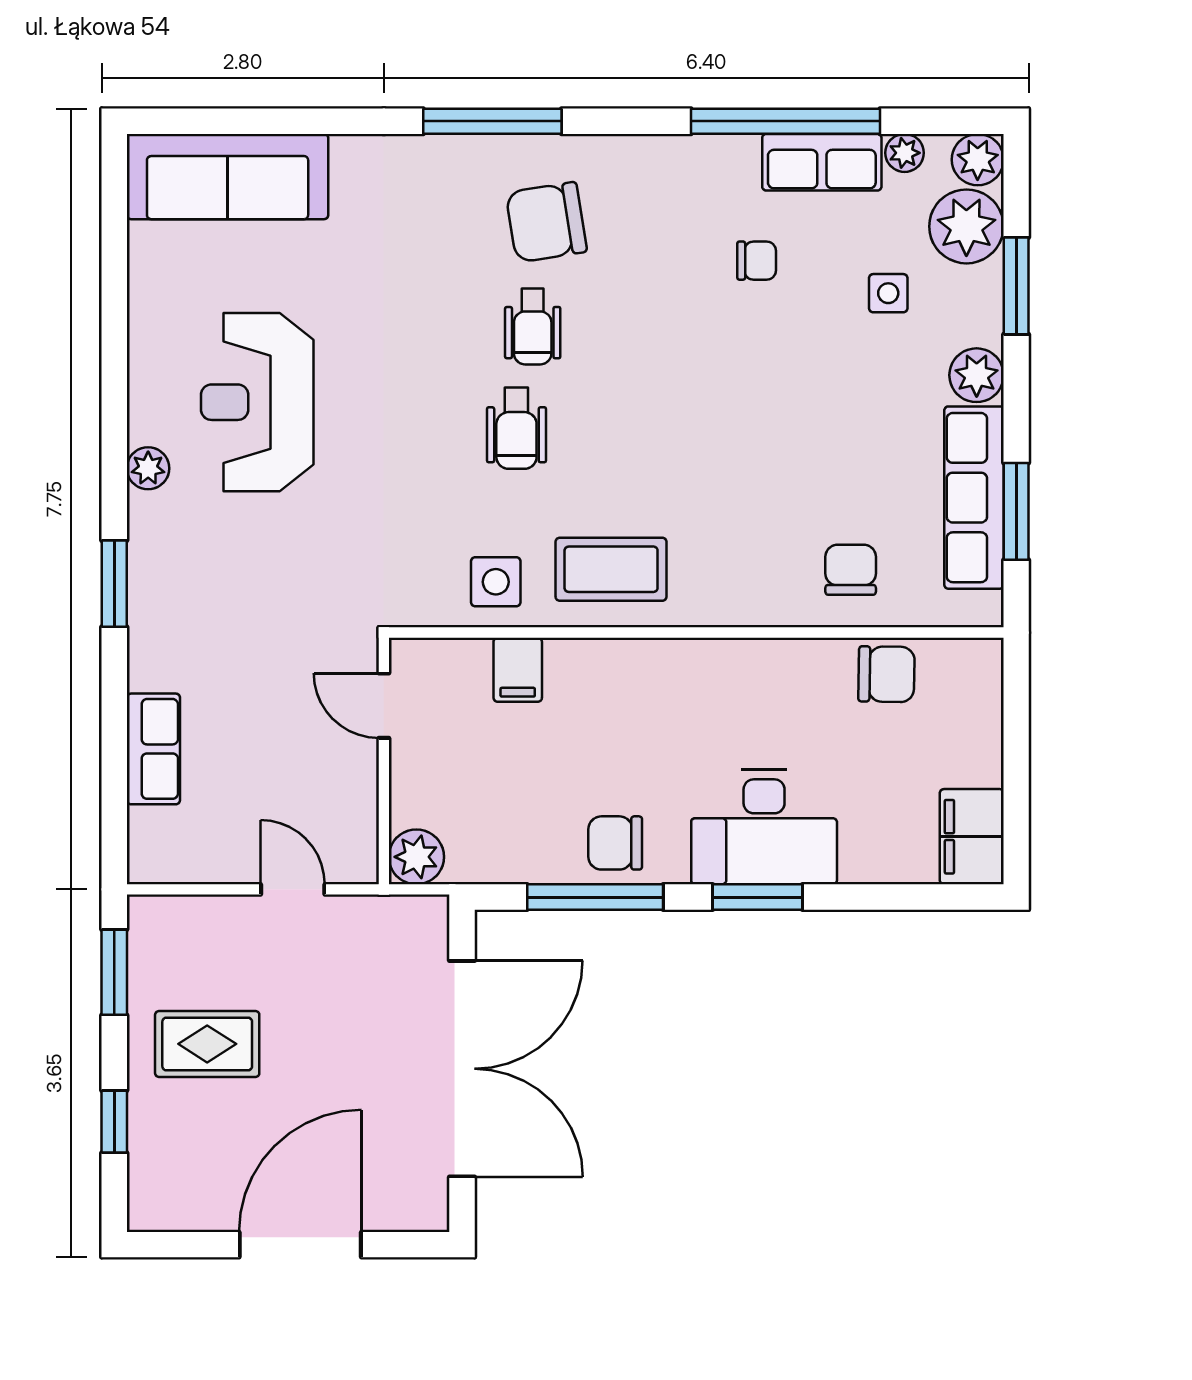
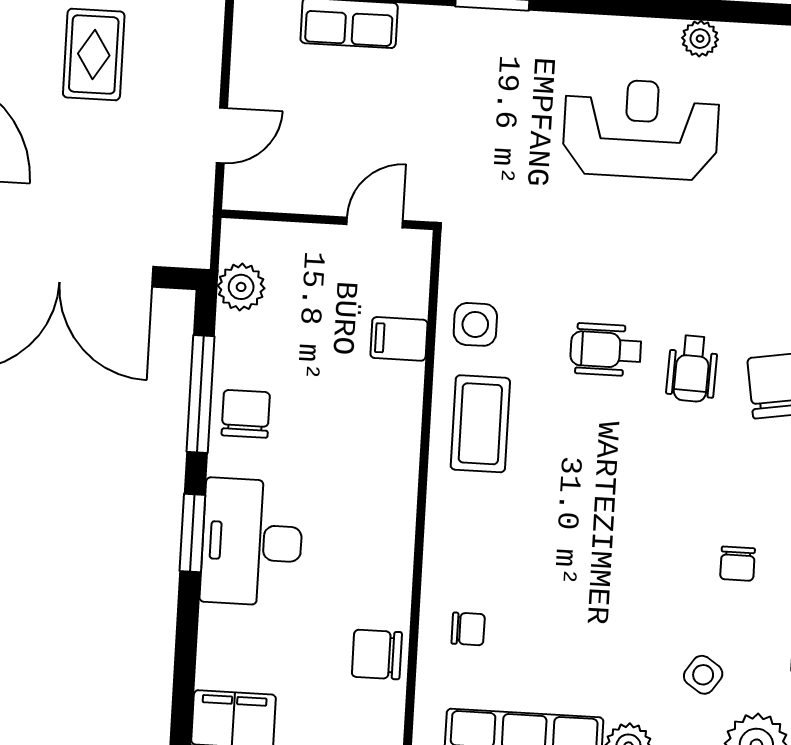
side table: (888, 293) -> (703, 675), turned 34
wheelchair: (533, 327) -> (692, 369), turned -88
plant: (148, 468) -> (700, 39), moved
chair: (851, 570) -> (468, 629), width x0.73, depth x0.73
chair: (886, 674) -> (377, 654), turned 89
plant: (416, 857) -> (241, 287), moved

